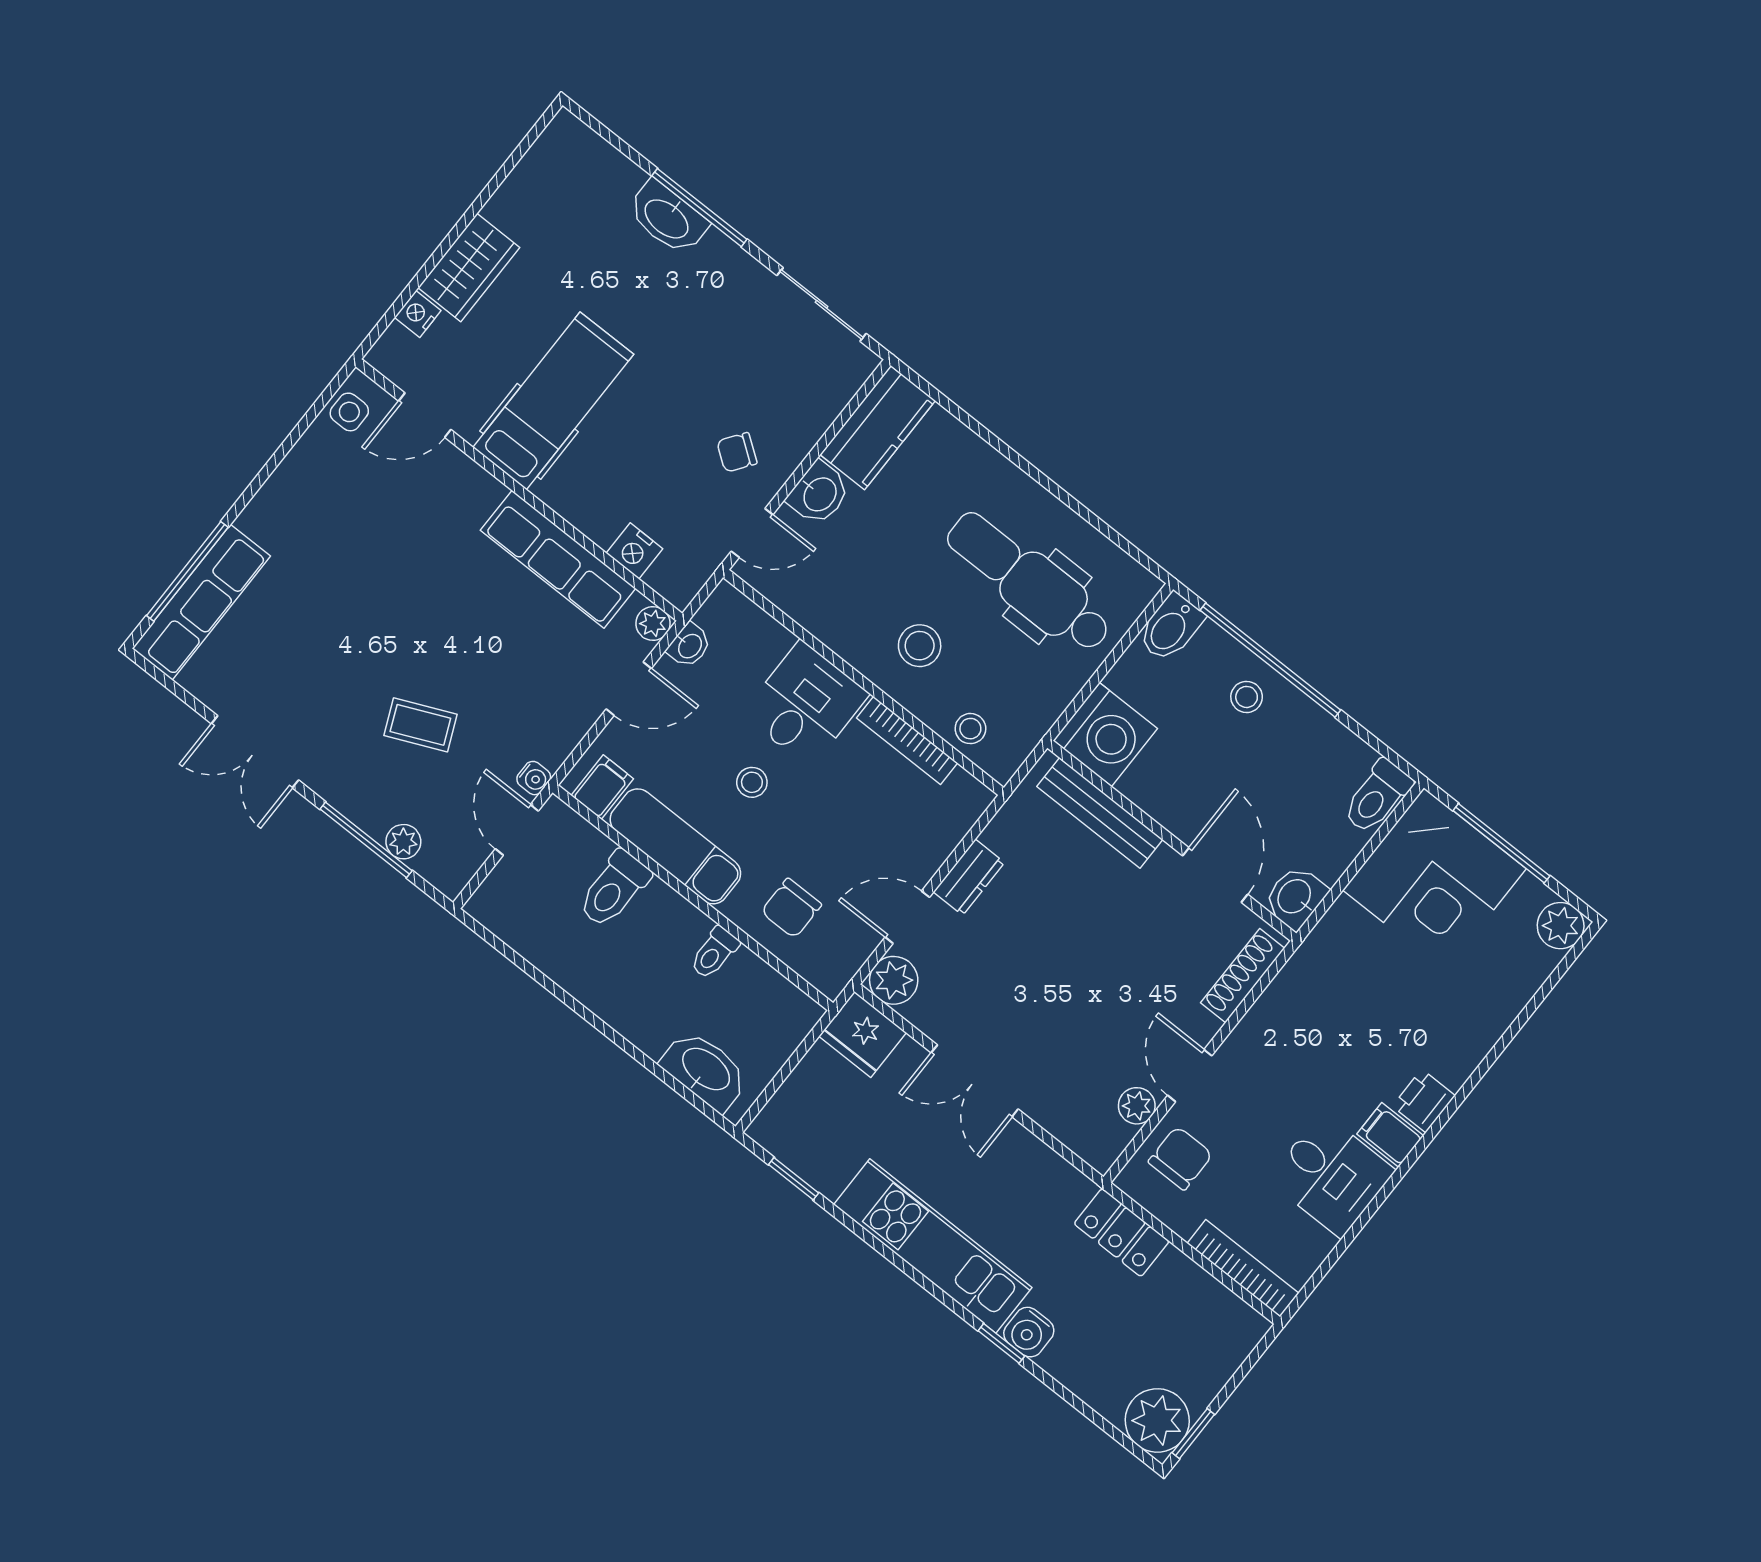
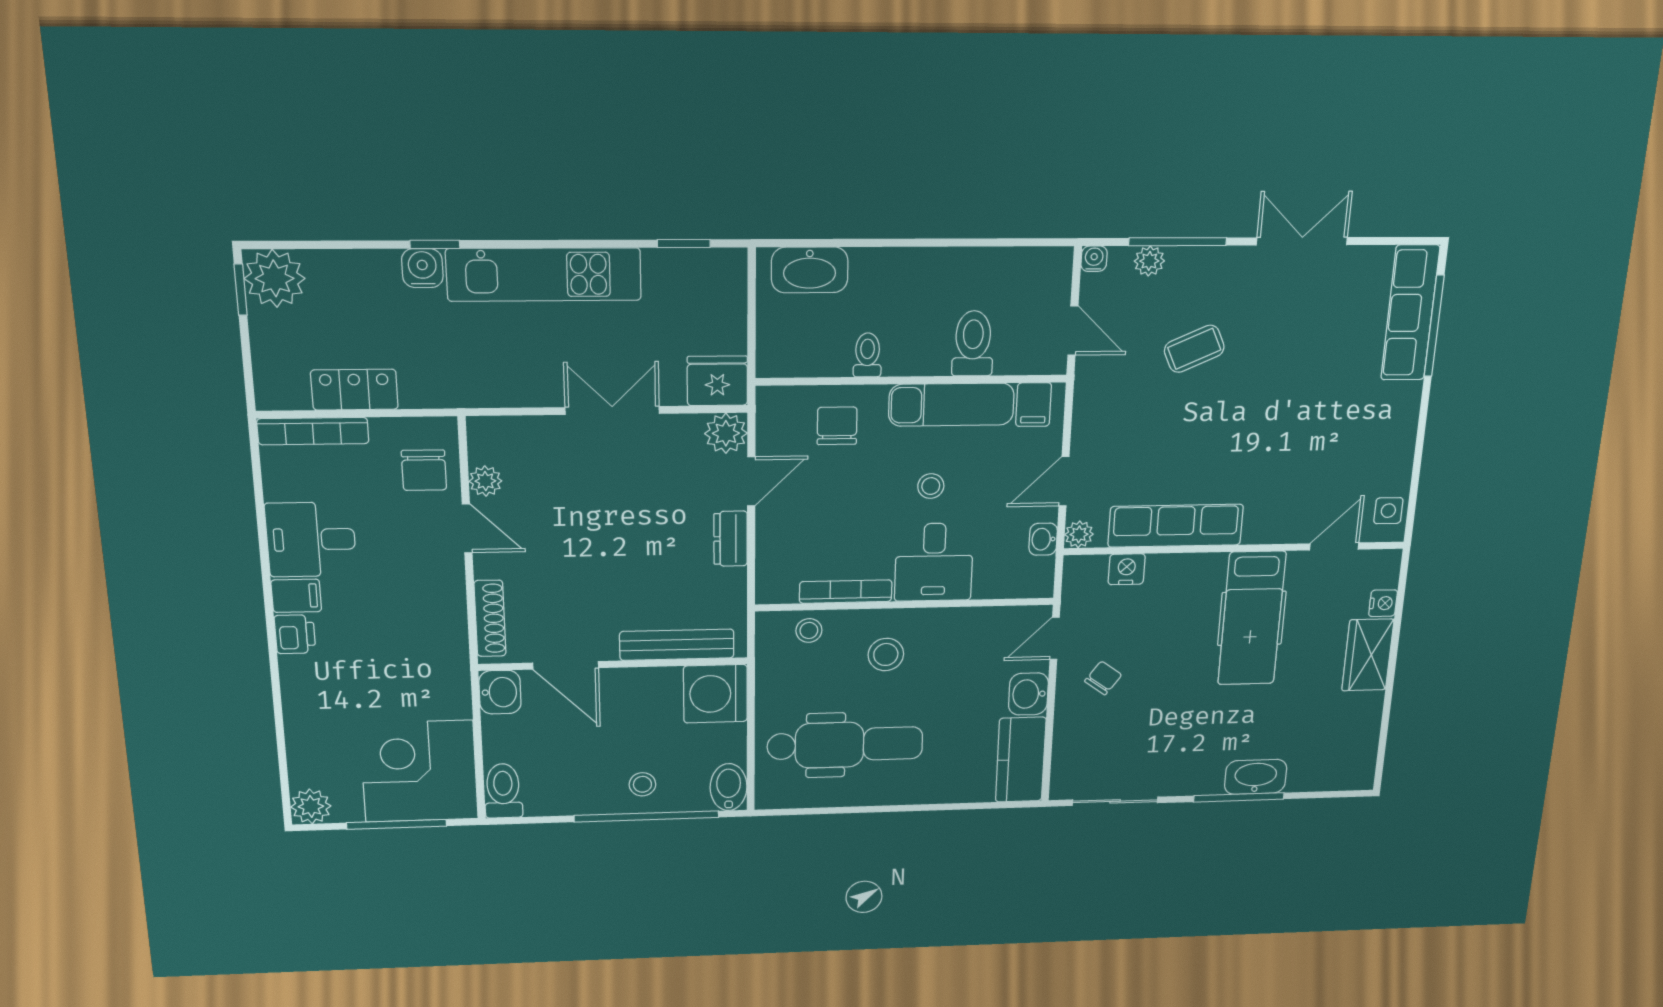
water cooler: (534, 778) -> (1094, 259), moved, turned 90
locker: (1122, 1232) -> (354, 390), moved

